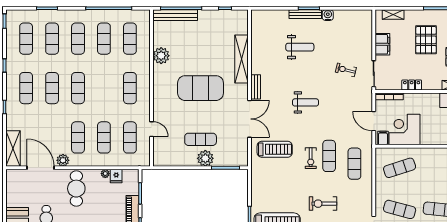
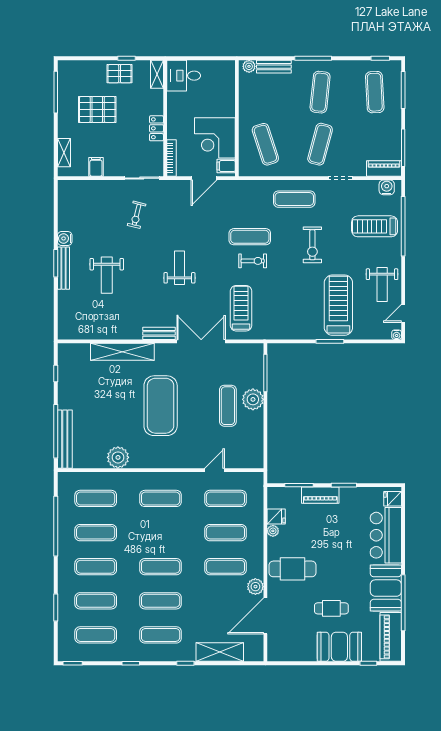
filing cabinet: (382, 44) -> (96, 167), width x0.50
weight bench: (300, 47) -> (107, 275), turned 180
shelving: (13, 149) -> (220, 652), moved
exercise mat: (354, 164) -> (294, 199), moved

